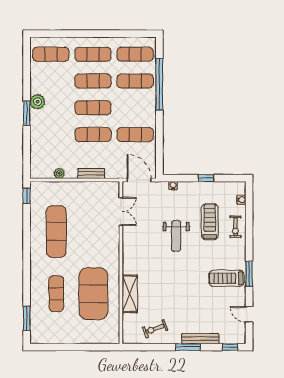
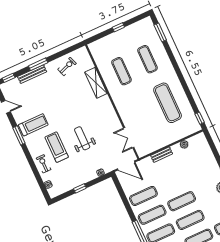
exercise mat: (93, 135) -> (152, 215), moved
treadmill: (210, 222) -> (57, 147), moved, turned 180
exercise mat: (93, 294) -> (121, 71), width x0.50, depth x0.69
window: (73, 347) -> (118, 27), added

